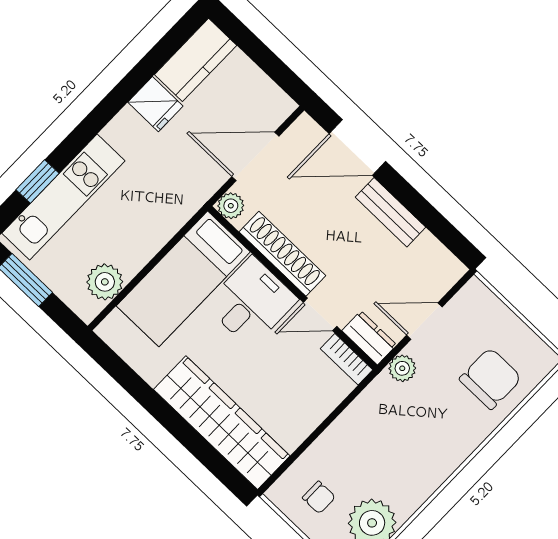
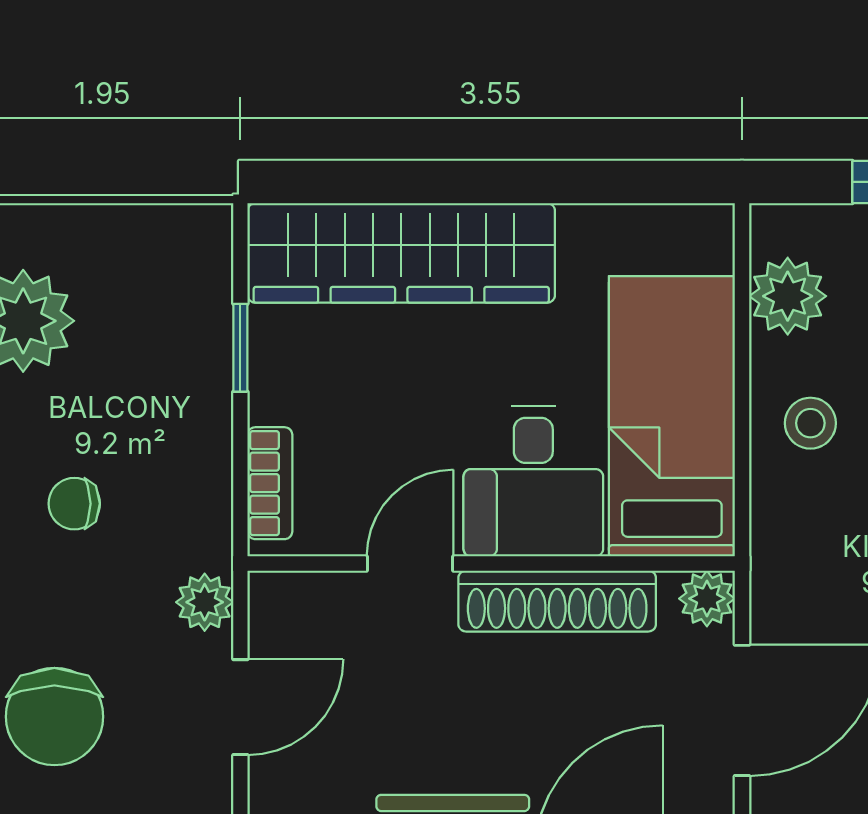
stool: (139, 231) -> (810, 423), added
dresser: (369, 338) -> (300, 600), removed
bookcase: (347, 359) -> (270, 483), moved, turned 90
window: (307, 443) -> (240, 348), added
chair: (319, 497) -> (74, 504), moved

